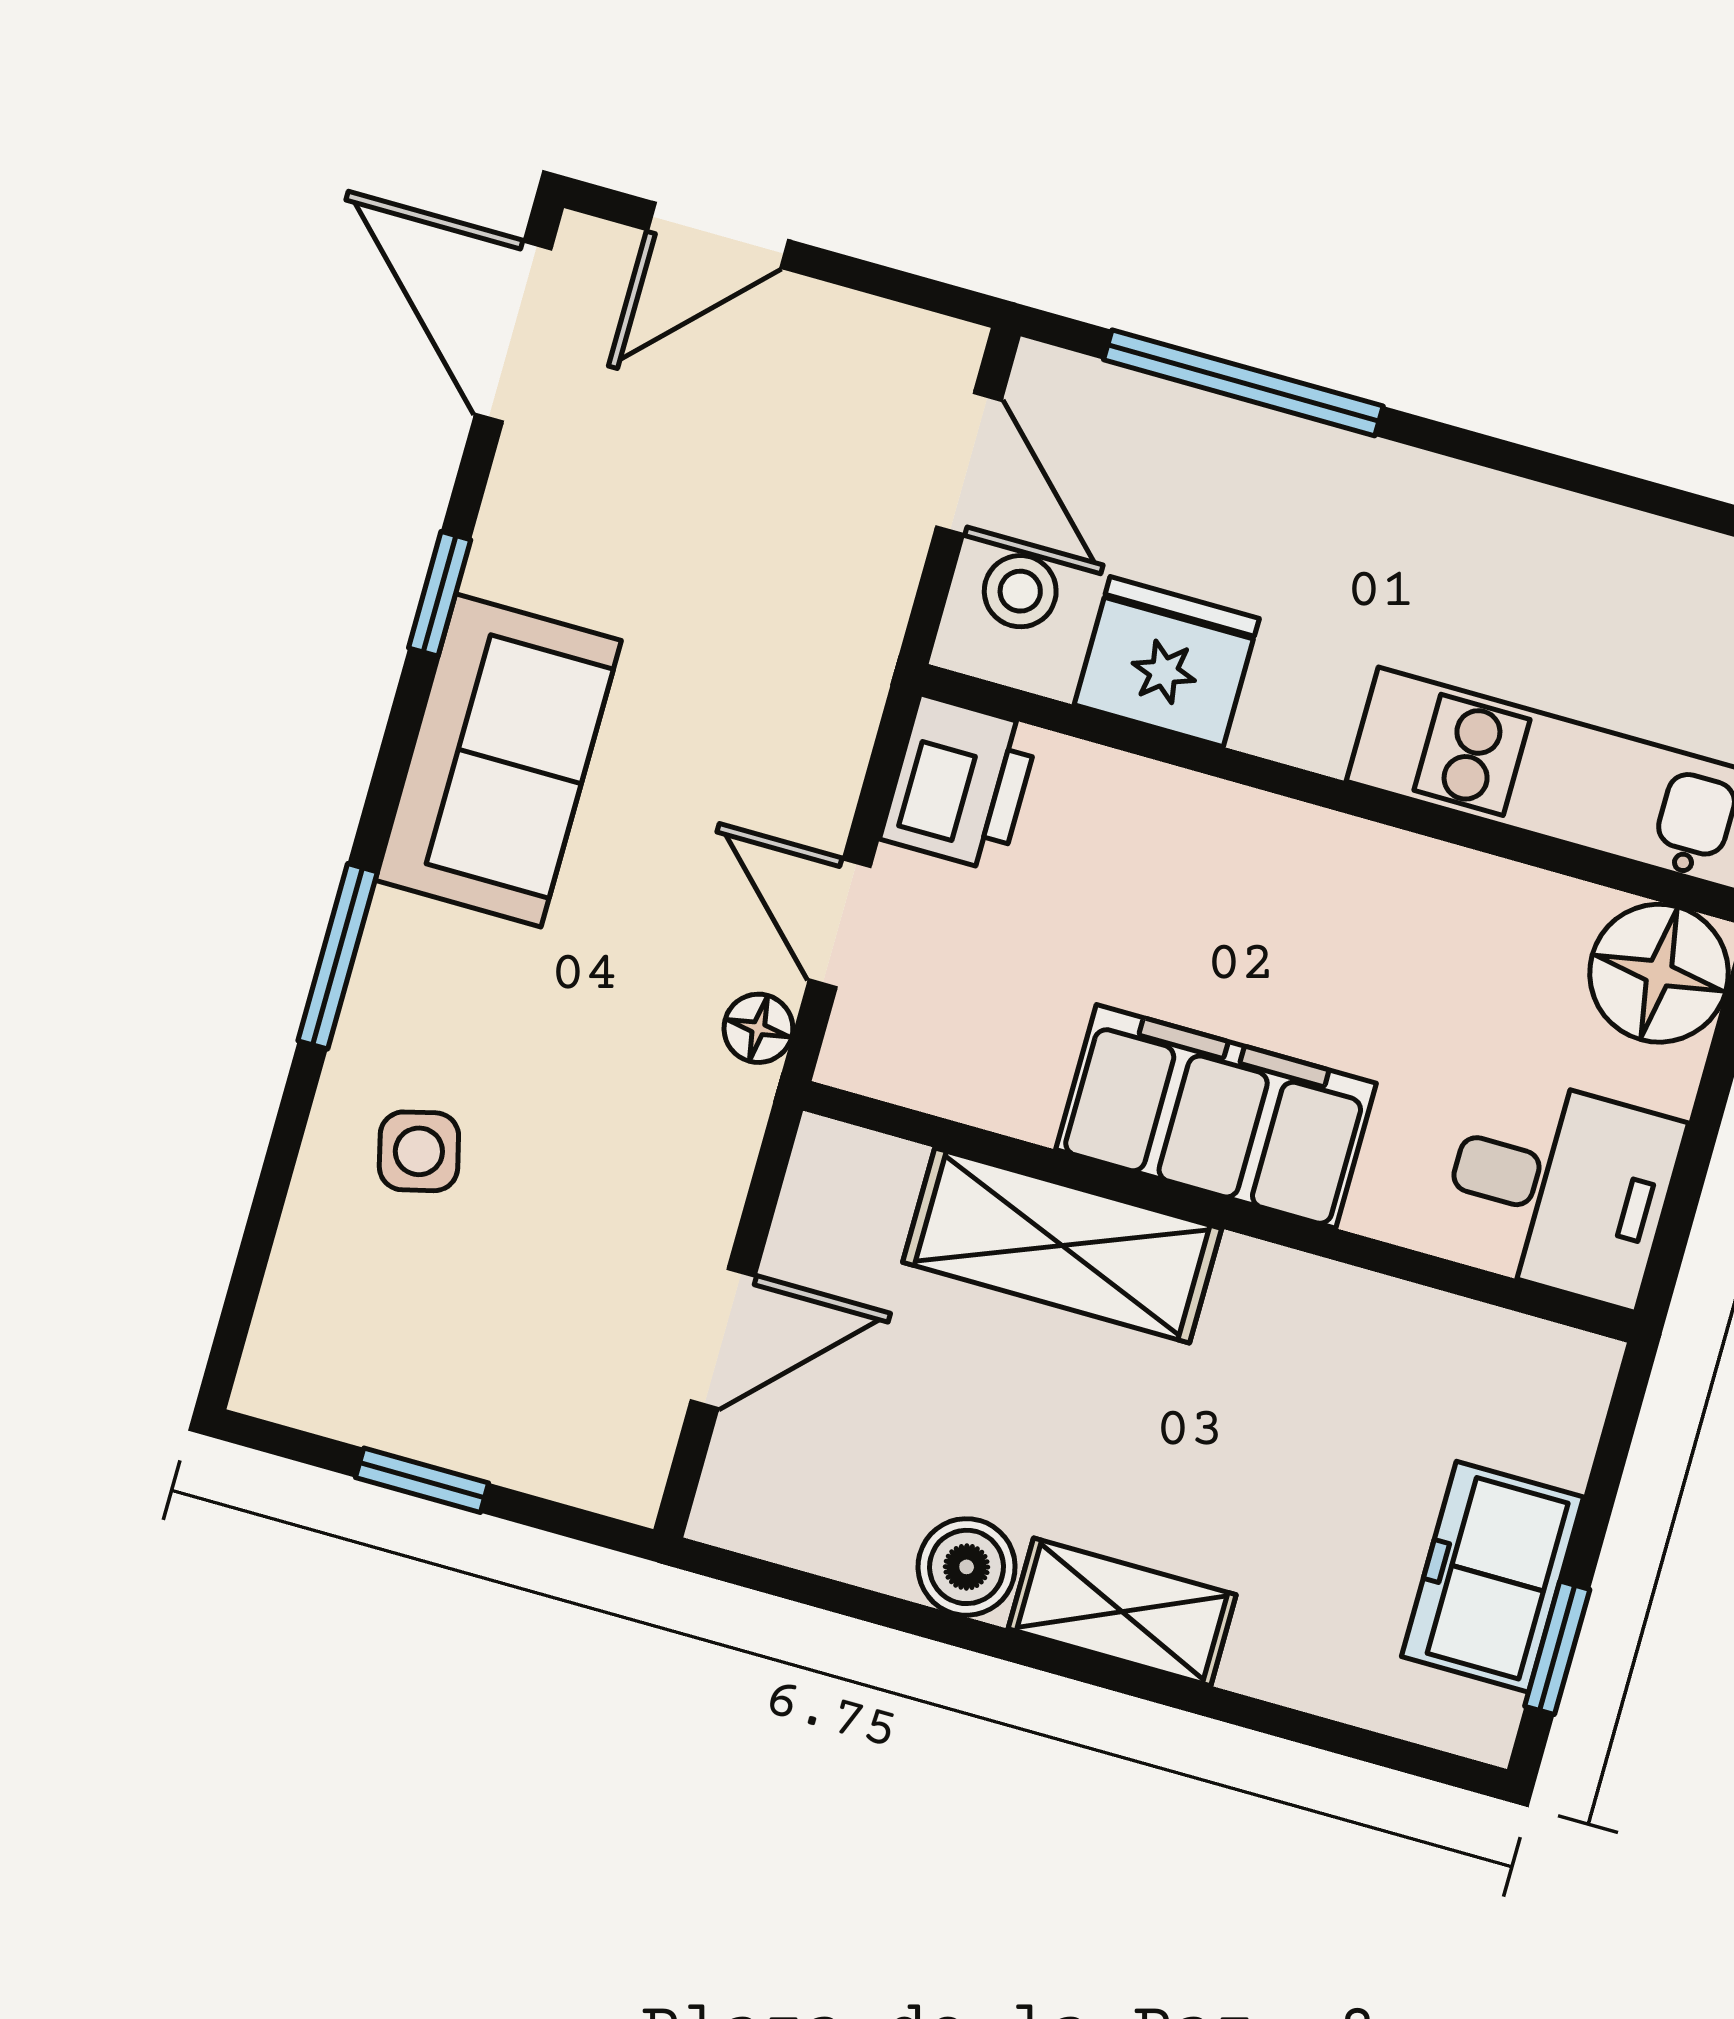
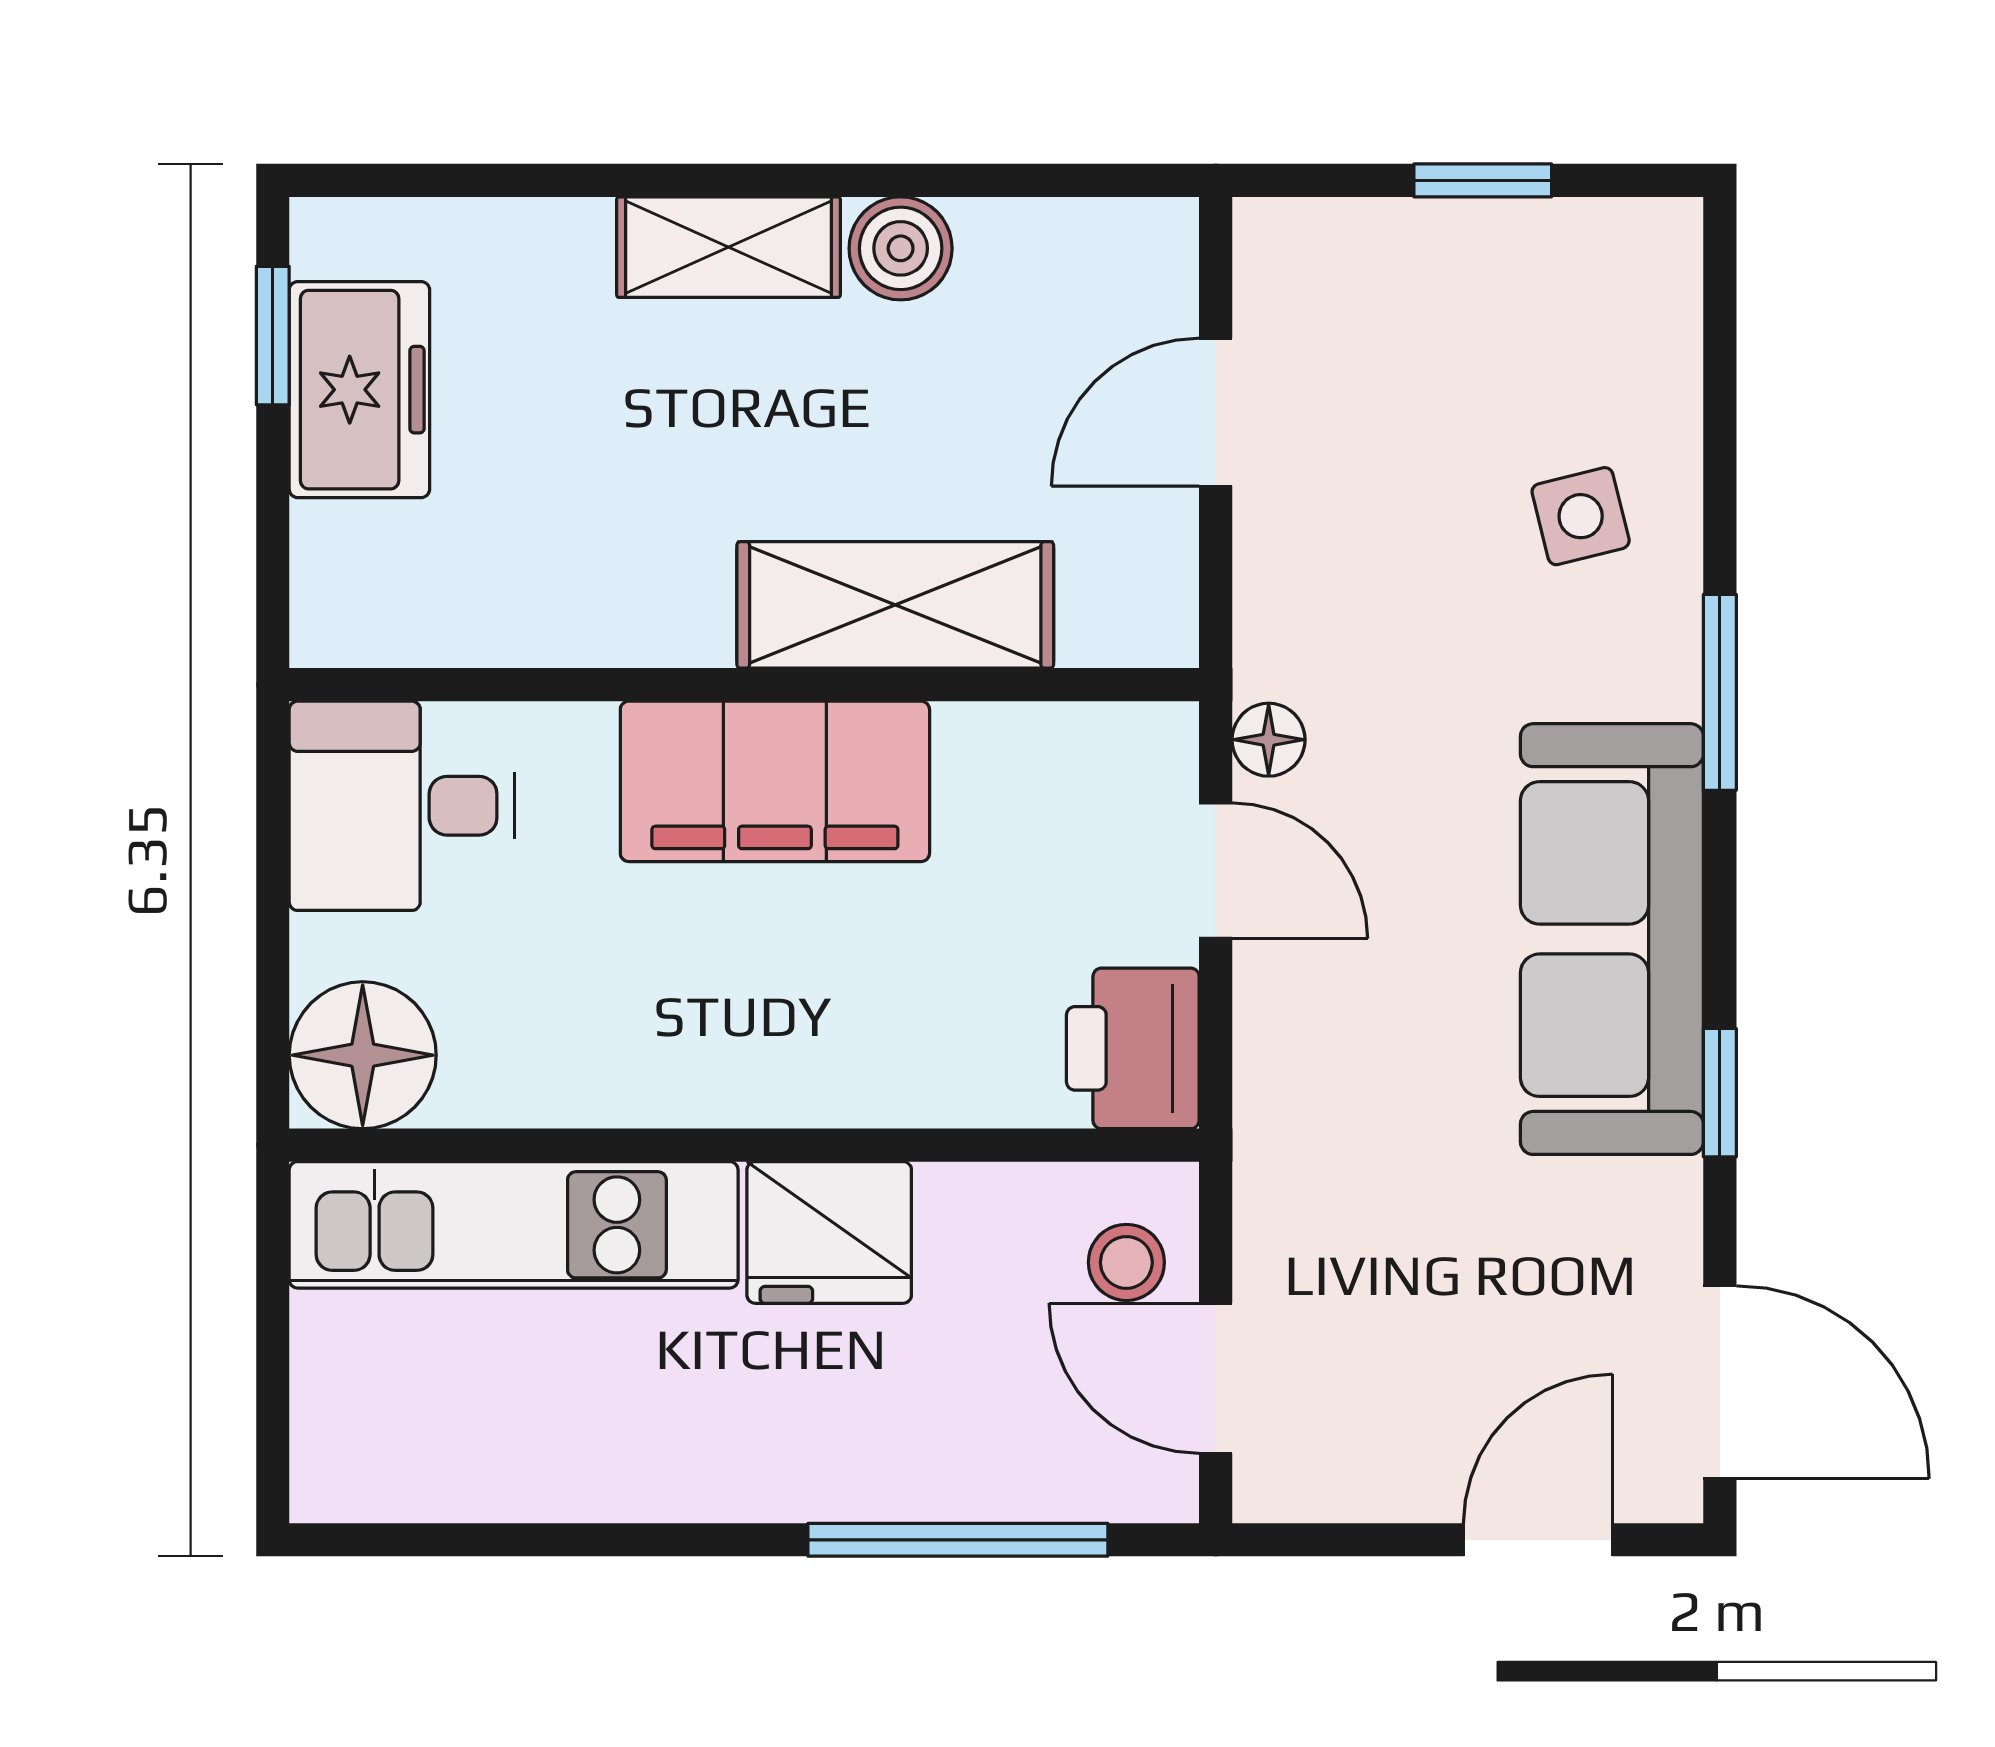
fridge: (1167, 662) -> (829, 1232), moved
sofa: (498, 760) -> (1612, 939), width x1.36

